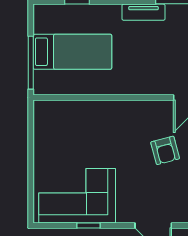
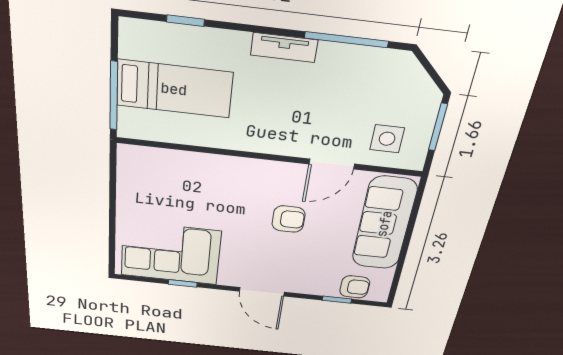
armchair: (165, 150) -> (289, 219), turned -75

